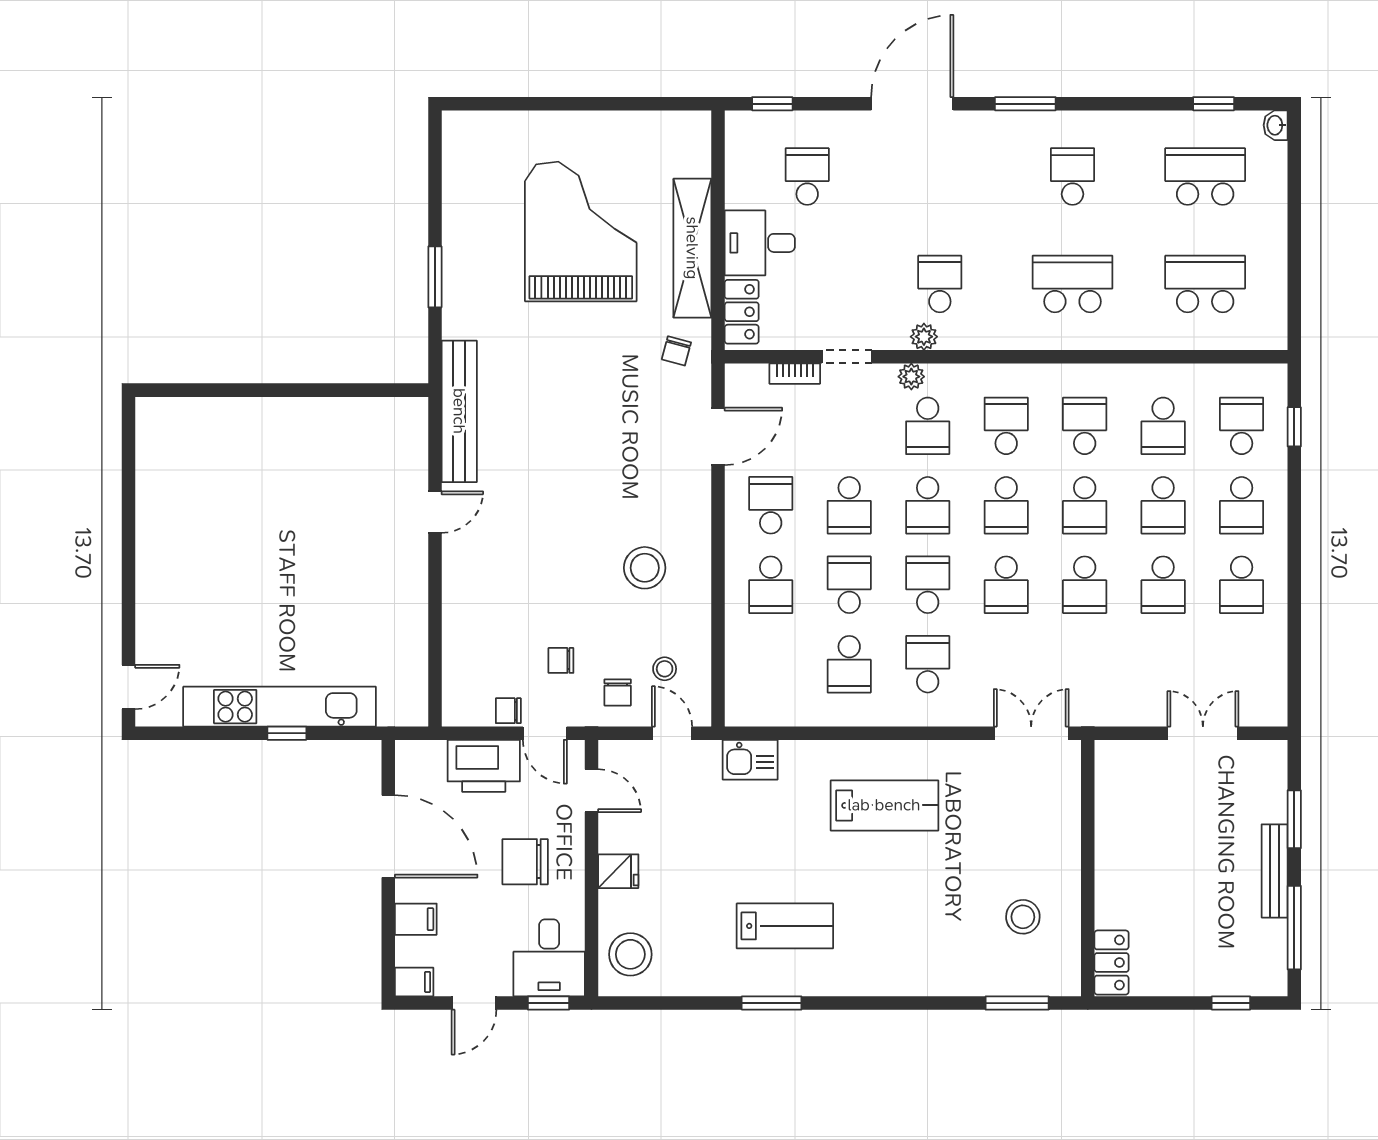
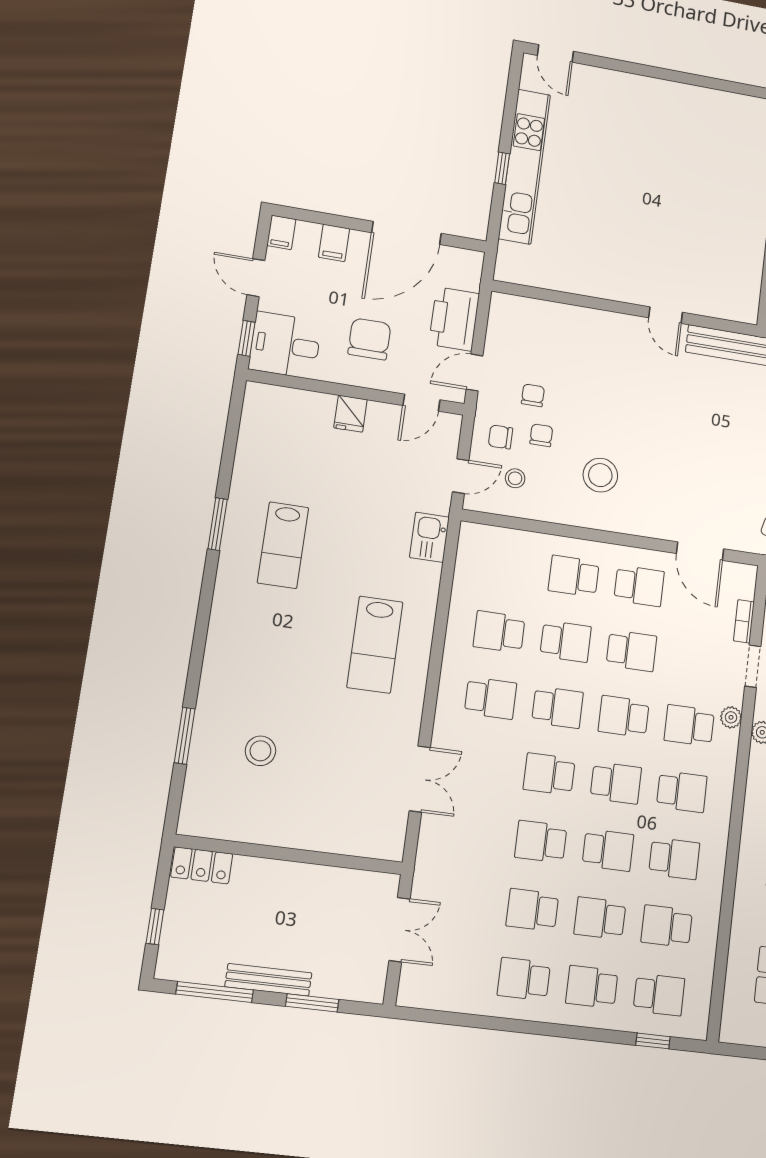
school desk: (849, 505) -> (631, 651), turned 180
school desk: (1006, 505) -> (616, 783), turned 180
school desk: (1085, 505) -> (608, 850), turned 180
chair: (508, 711) -> (541, 435), moved
wall: (1088, 868) -> (289, 854), moved
stool: (630, 954) -> (278, 412), removed
locker: (1112, 963) -> (202, 865), moved

